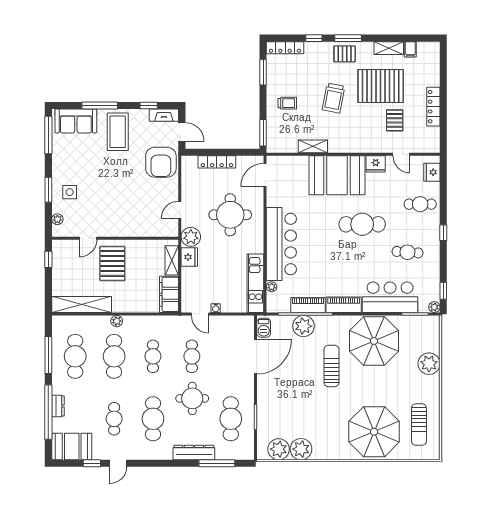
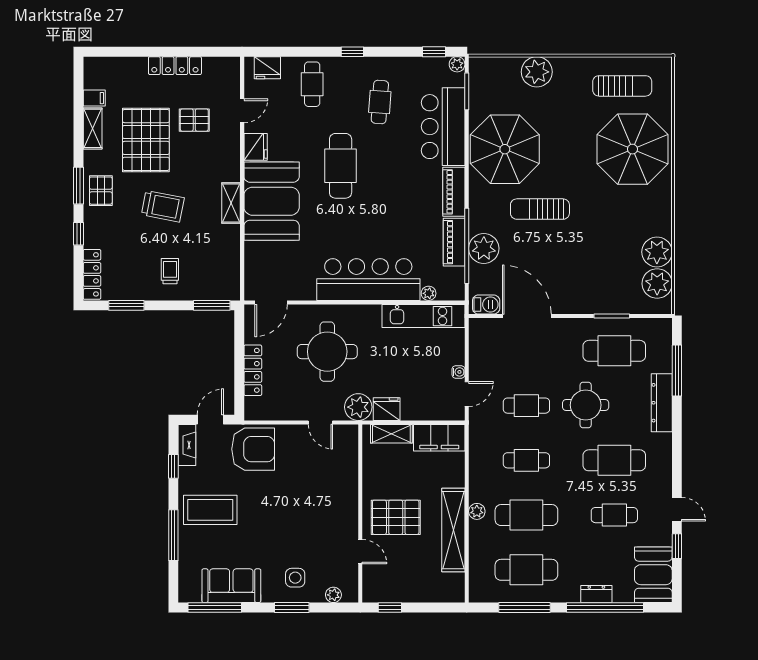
sofa: (76, 121) -> (231, 586), moved, turned -90
shelving: (313, 146) -> (231, 203), moved
door: (265, 175) -> (271, 302), hinge flipped
shelving: (82, 304) -> (453, 530), moved

